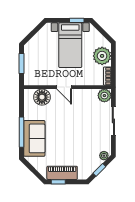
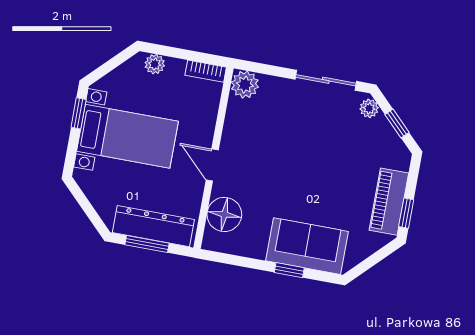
plant: (102, 56) -> (155, 64), width x0.53, depth x0.53
dresser: (31, 65) -> (153, 226), added
door: (64, 87) -> (212, 165), swing flipped
sliding door: (113, 121) -> (326, 80), moved
window: (22, 132) -> (289, 270), width x0.46

